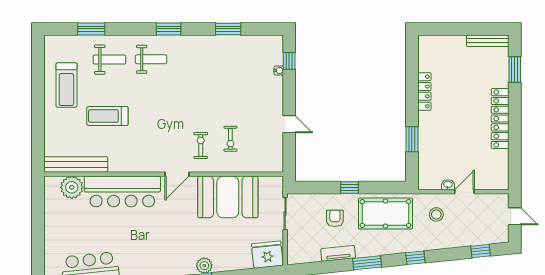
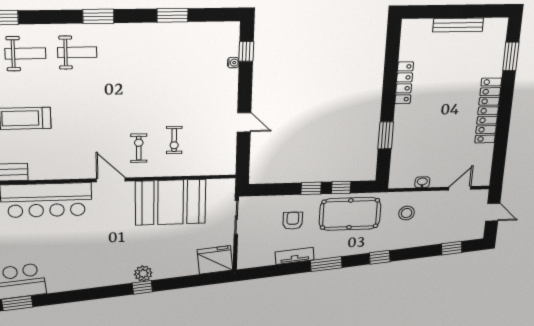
bench: (488, 41) -> (458, 25), moved
door: (177, 174) -> (111, 180), swing flipped
window: (376, 188) -> (341, 187), added
door: (465, 192) -> (460, 188), moved

